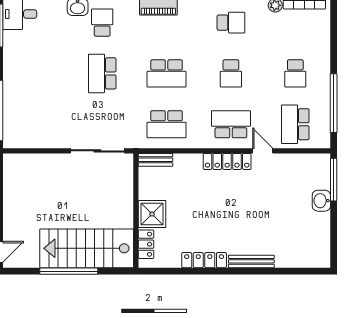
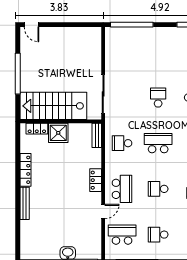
school desk: (102, 73) -> (158, 97), width x0.54
school desk: (167, 73) -> (158, 143), turned 90
school desk: (167, 124) -> (122, 143), width x0.54
locker: (227, 161) -> (96, 180), width x0.66
stairs: (87, 248) -> (53, 106), moved, turned -90

